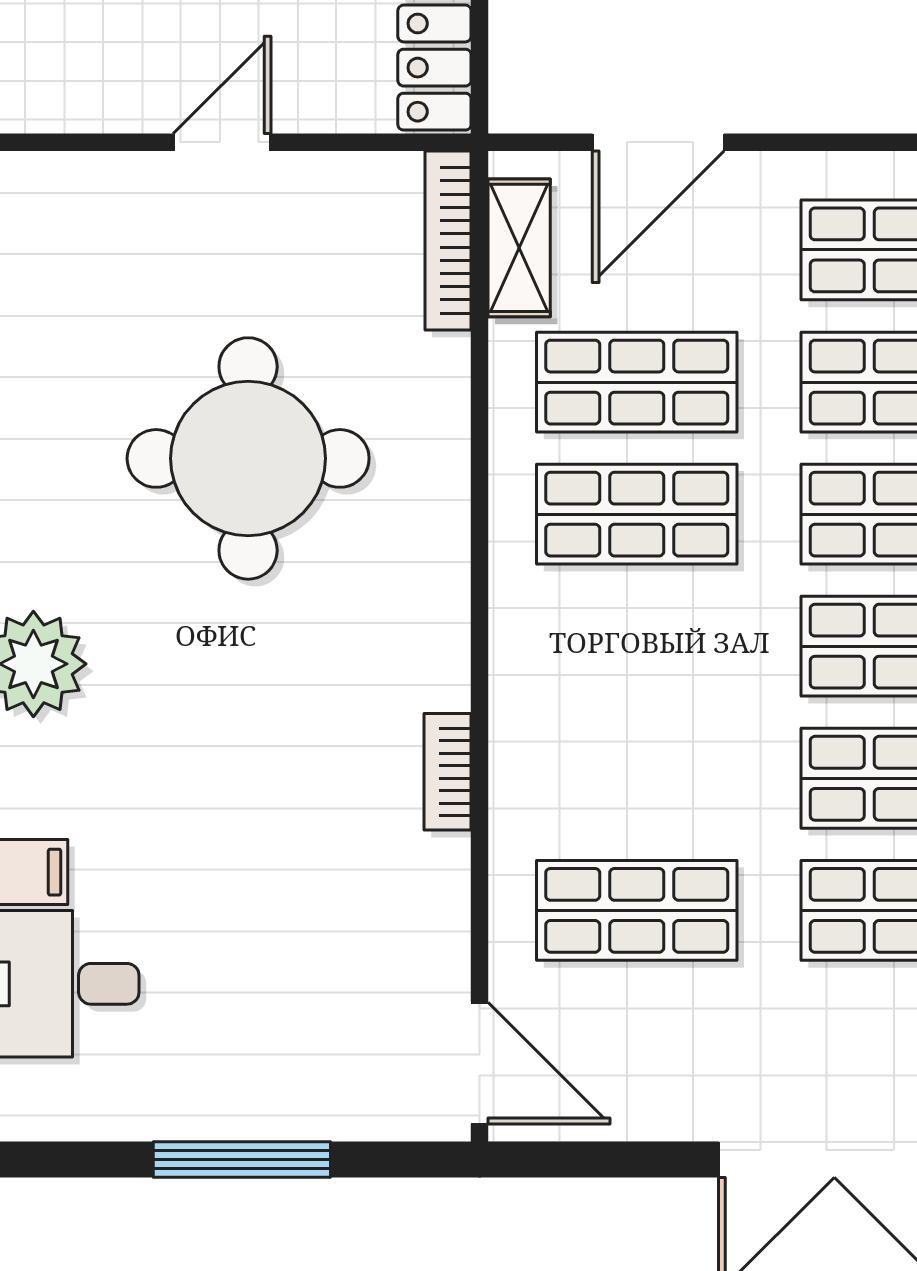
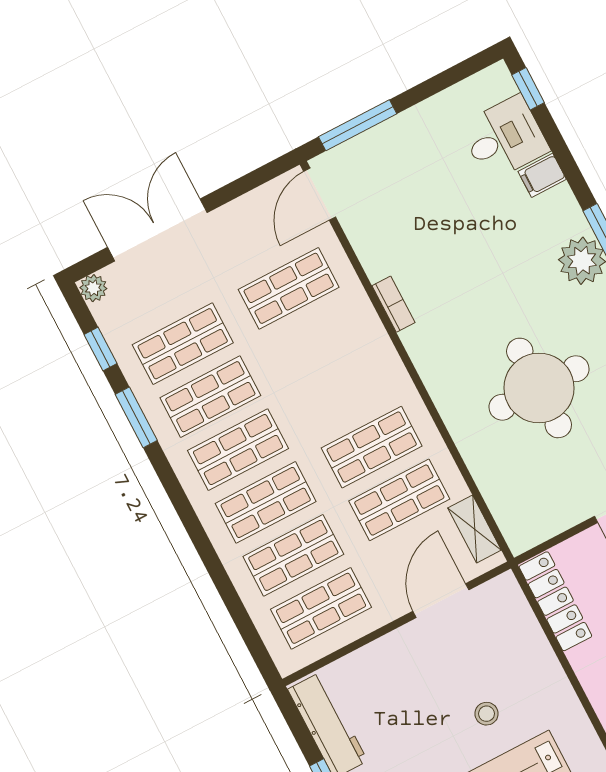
bookcase: (448, 240) -> (505, 517), removed
door: (480, 1063) -> (320, 194), hinge flipped
window: (242, 1159) -> (358, 125), moved

